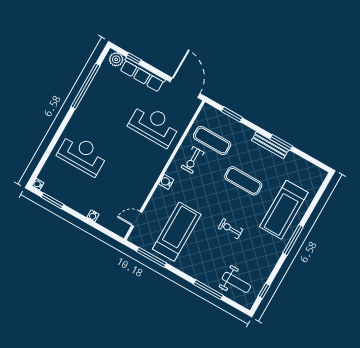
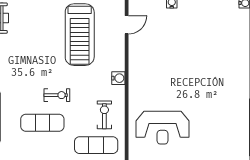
reception desk: (82, 154) -> (217, 58), removed
exercise bike: (231, 229) -> (57, 95), moved

